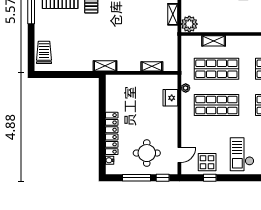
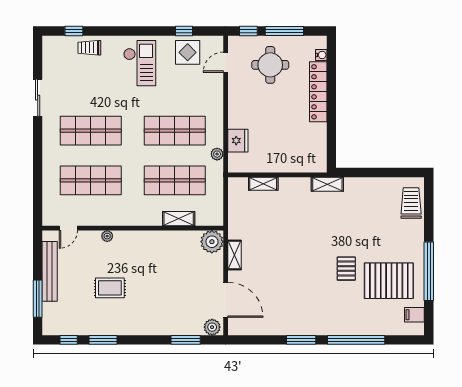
trolley: (44, 52) -> (411, 203), turned 180

